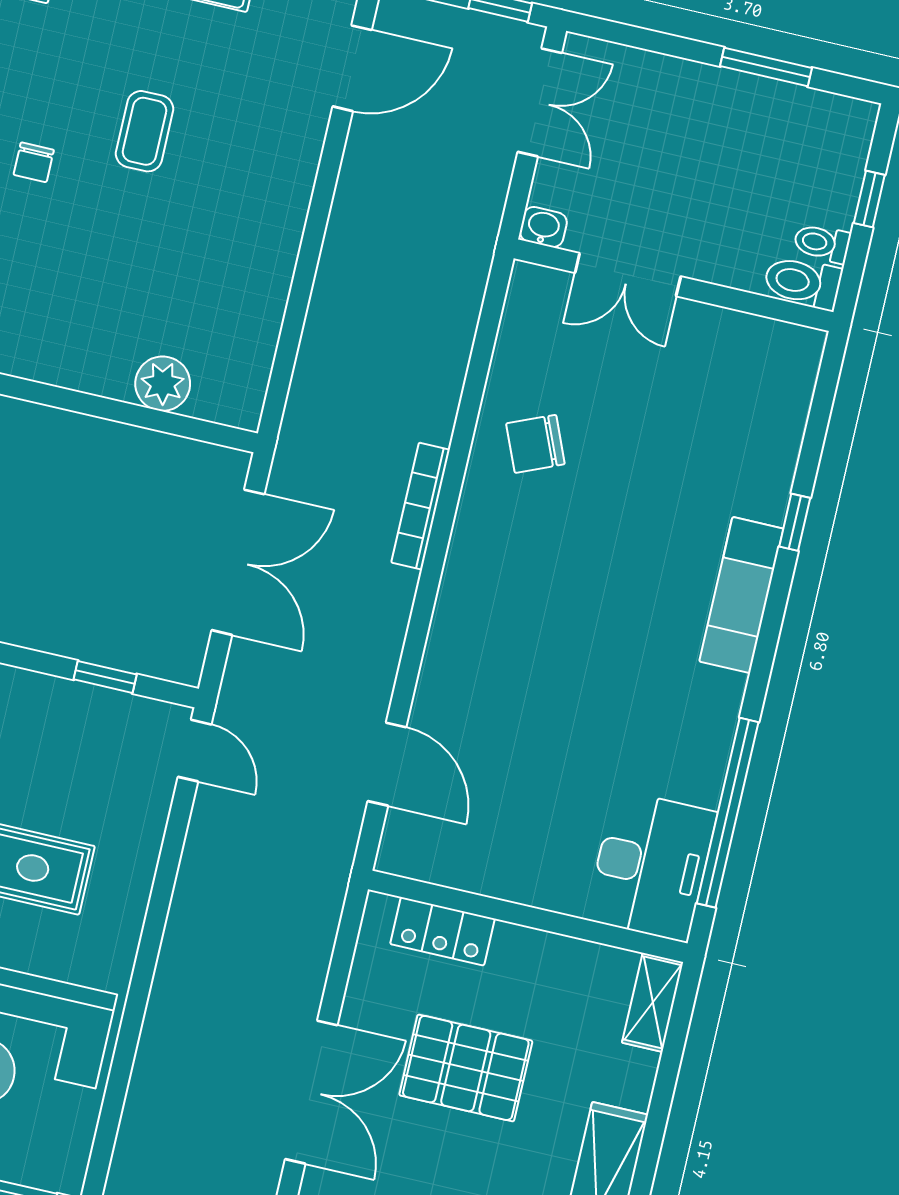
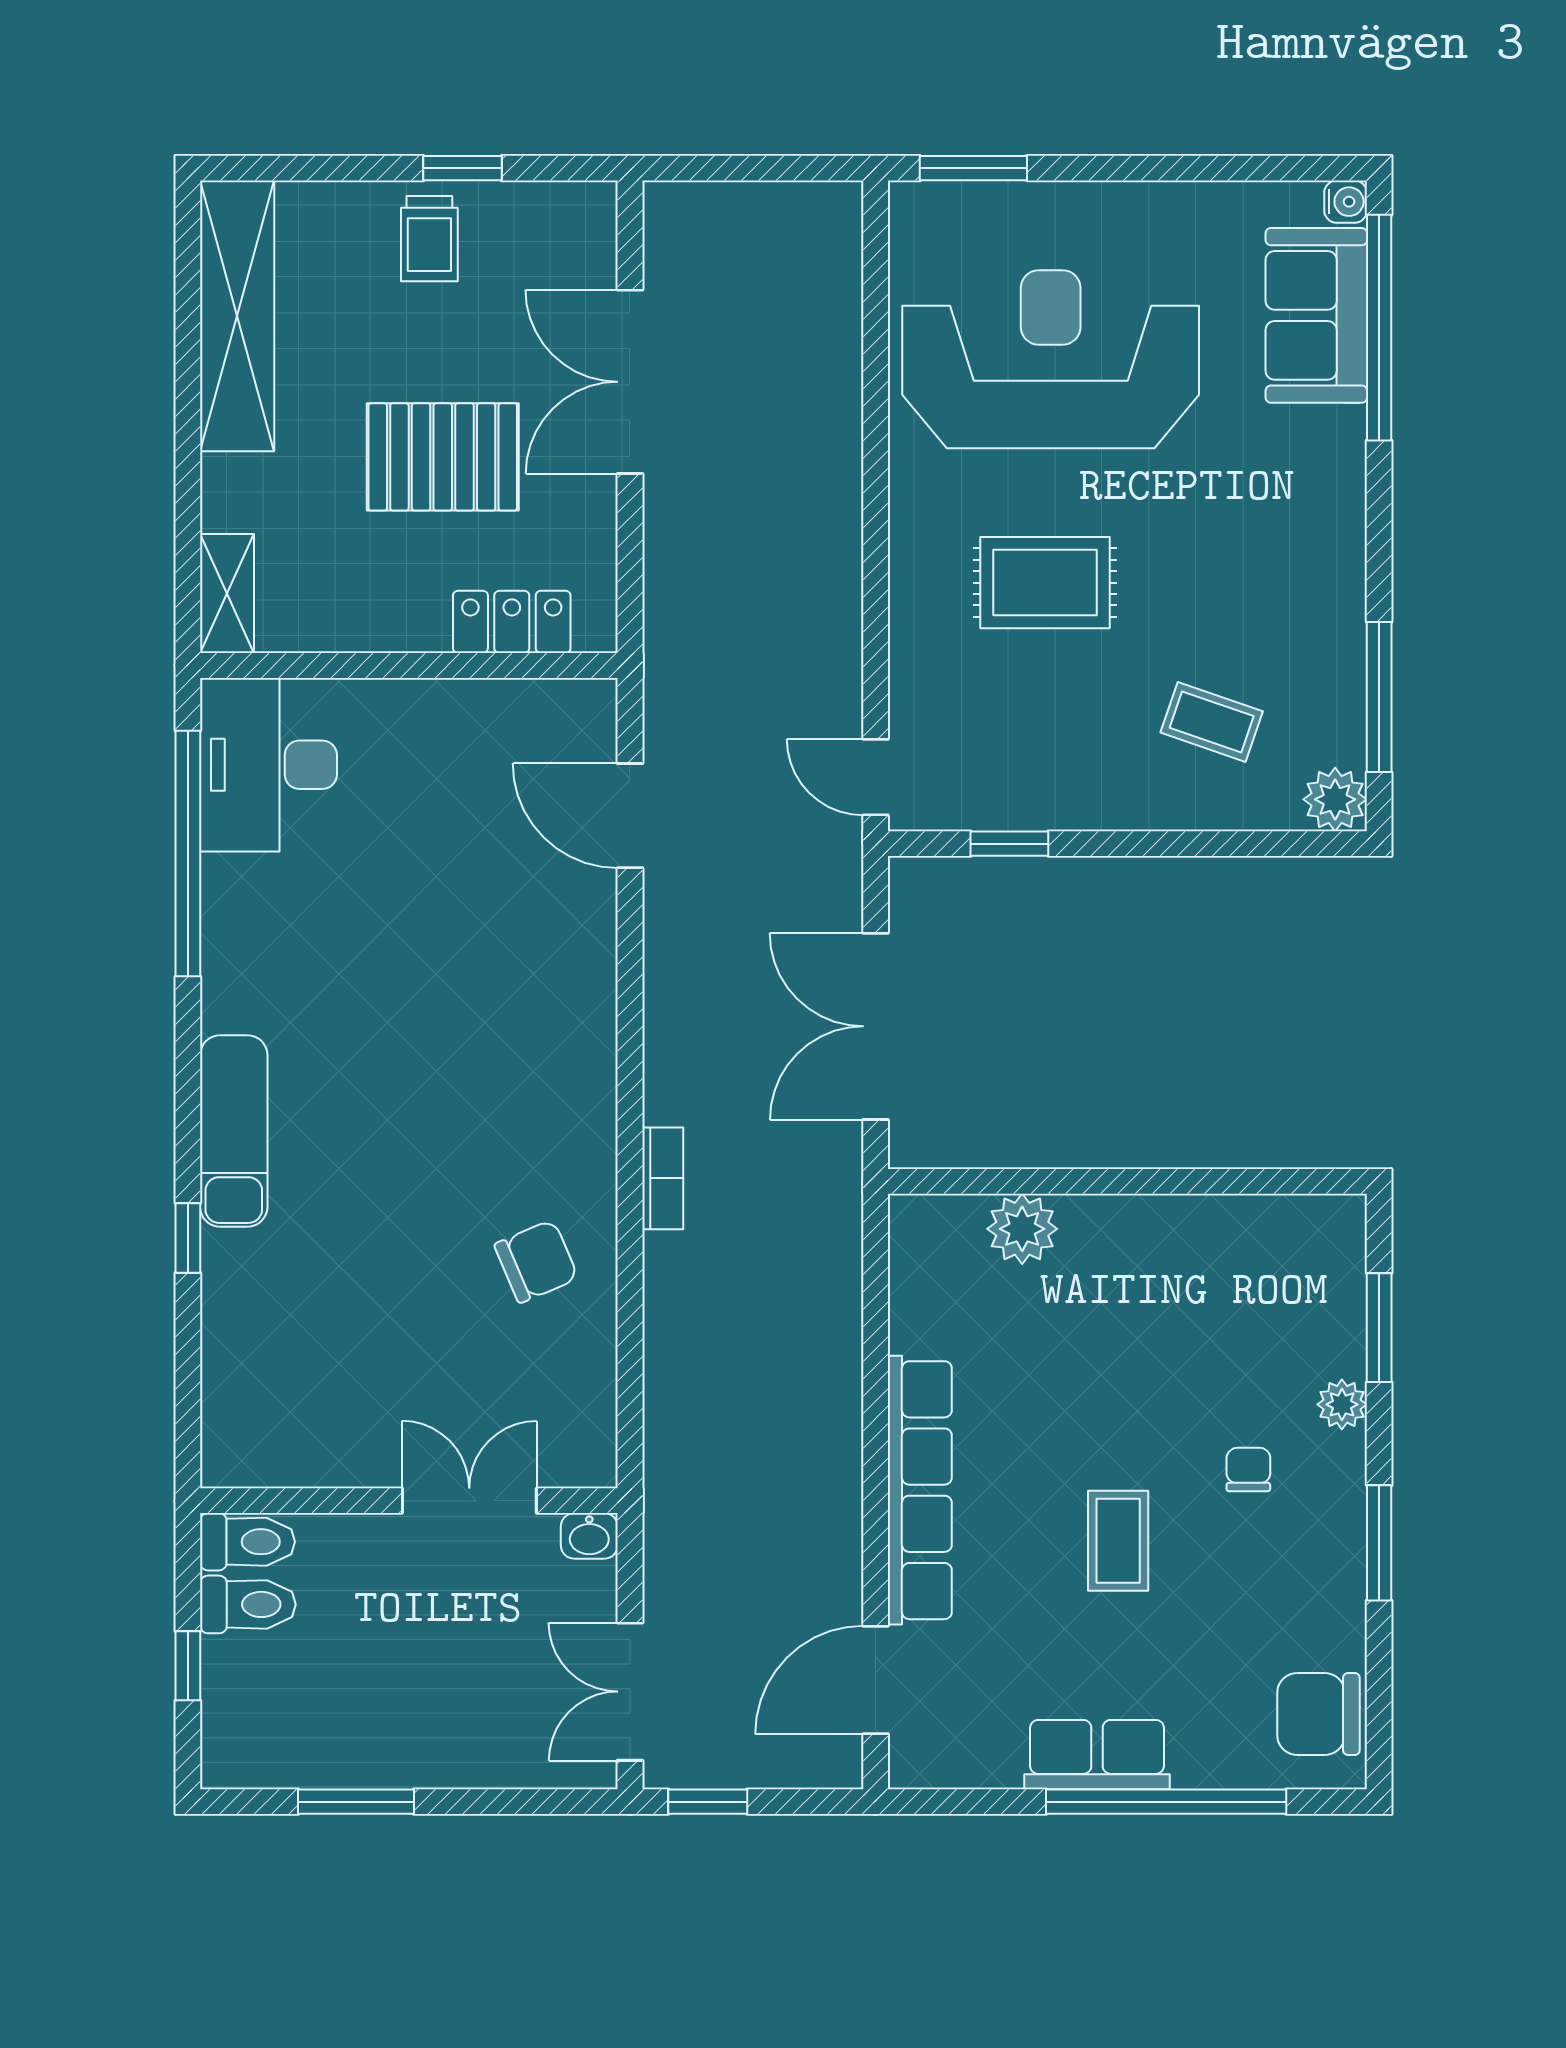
row of seats: (286, 204) -> (920, 1490), added
toilet: (822, 243) -> (248, 1604), width x1.37, depth x1.39
bookcase: (420, 506) -> (663, 1178), width x0.64

